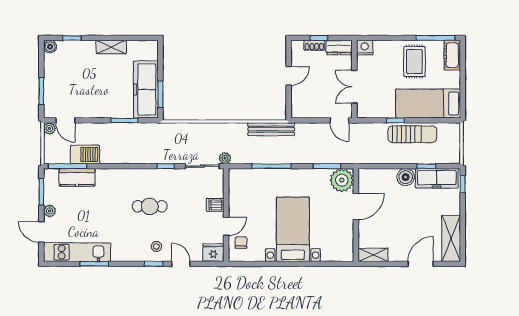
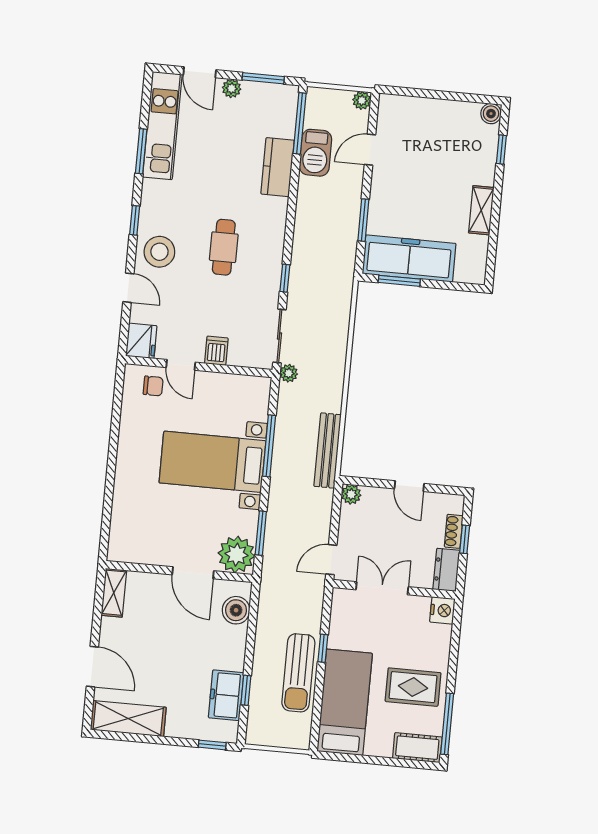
window: (41, 91) -> (422, 93), removed
plant: (297, 112) -> (351, 494), added
door: (65, 120) -> (370, 150), moved
kitchen counter: (77, 177) -> (278, 167), moved
boiler: (406, 177) -> (236, 610), moved
freezer: (437, 178) -> (226, 695), width x0.71
bed with nightstands: (293, 229) -> (212, 462), moved, turned 180
door: (41, 232) -> (200, 72), swing flipped
stool: (156, 246) -> (159, 252), width x1.89, depth x1.89
window: (154, 264) -> (135, 220), moved
door: (181, 264) -> (128, 288), hinge flipped

